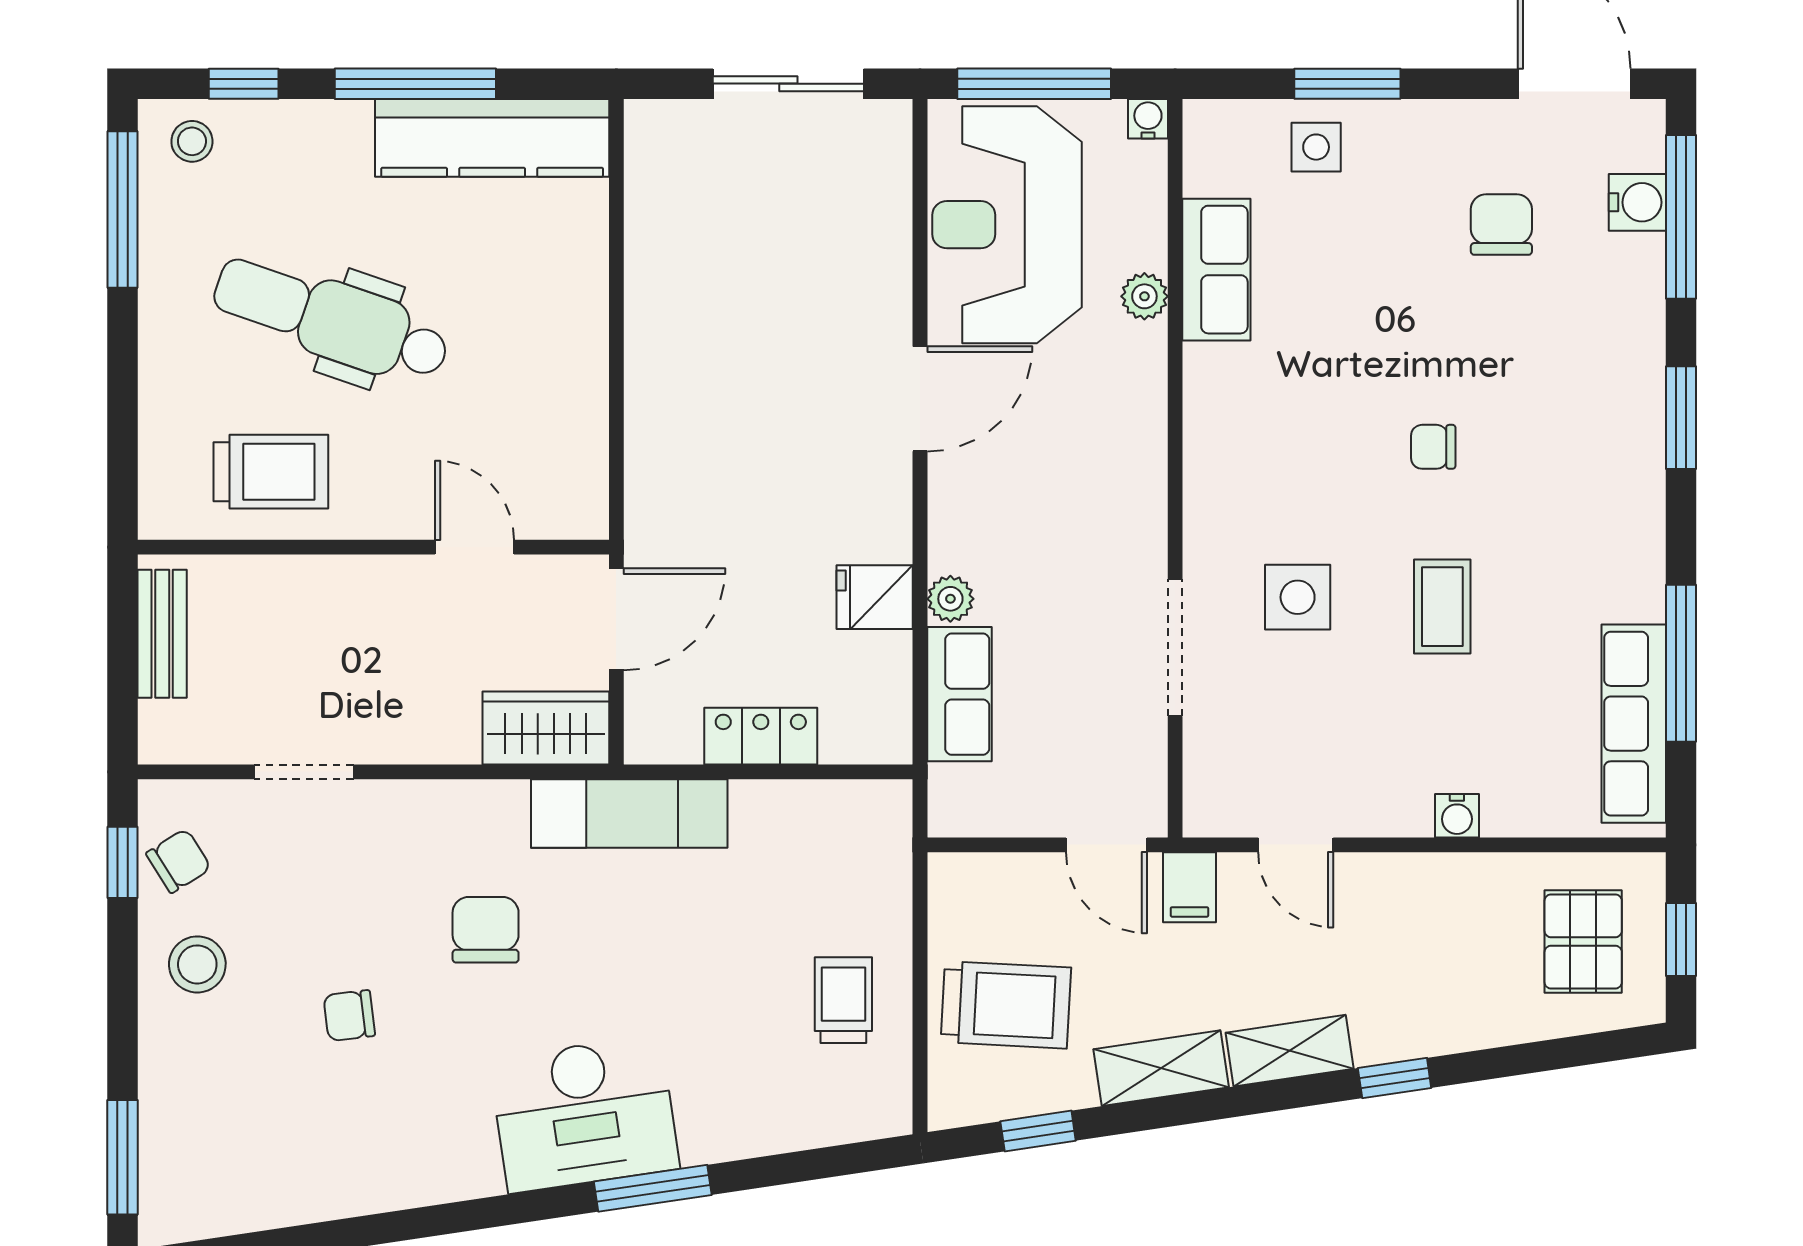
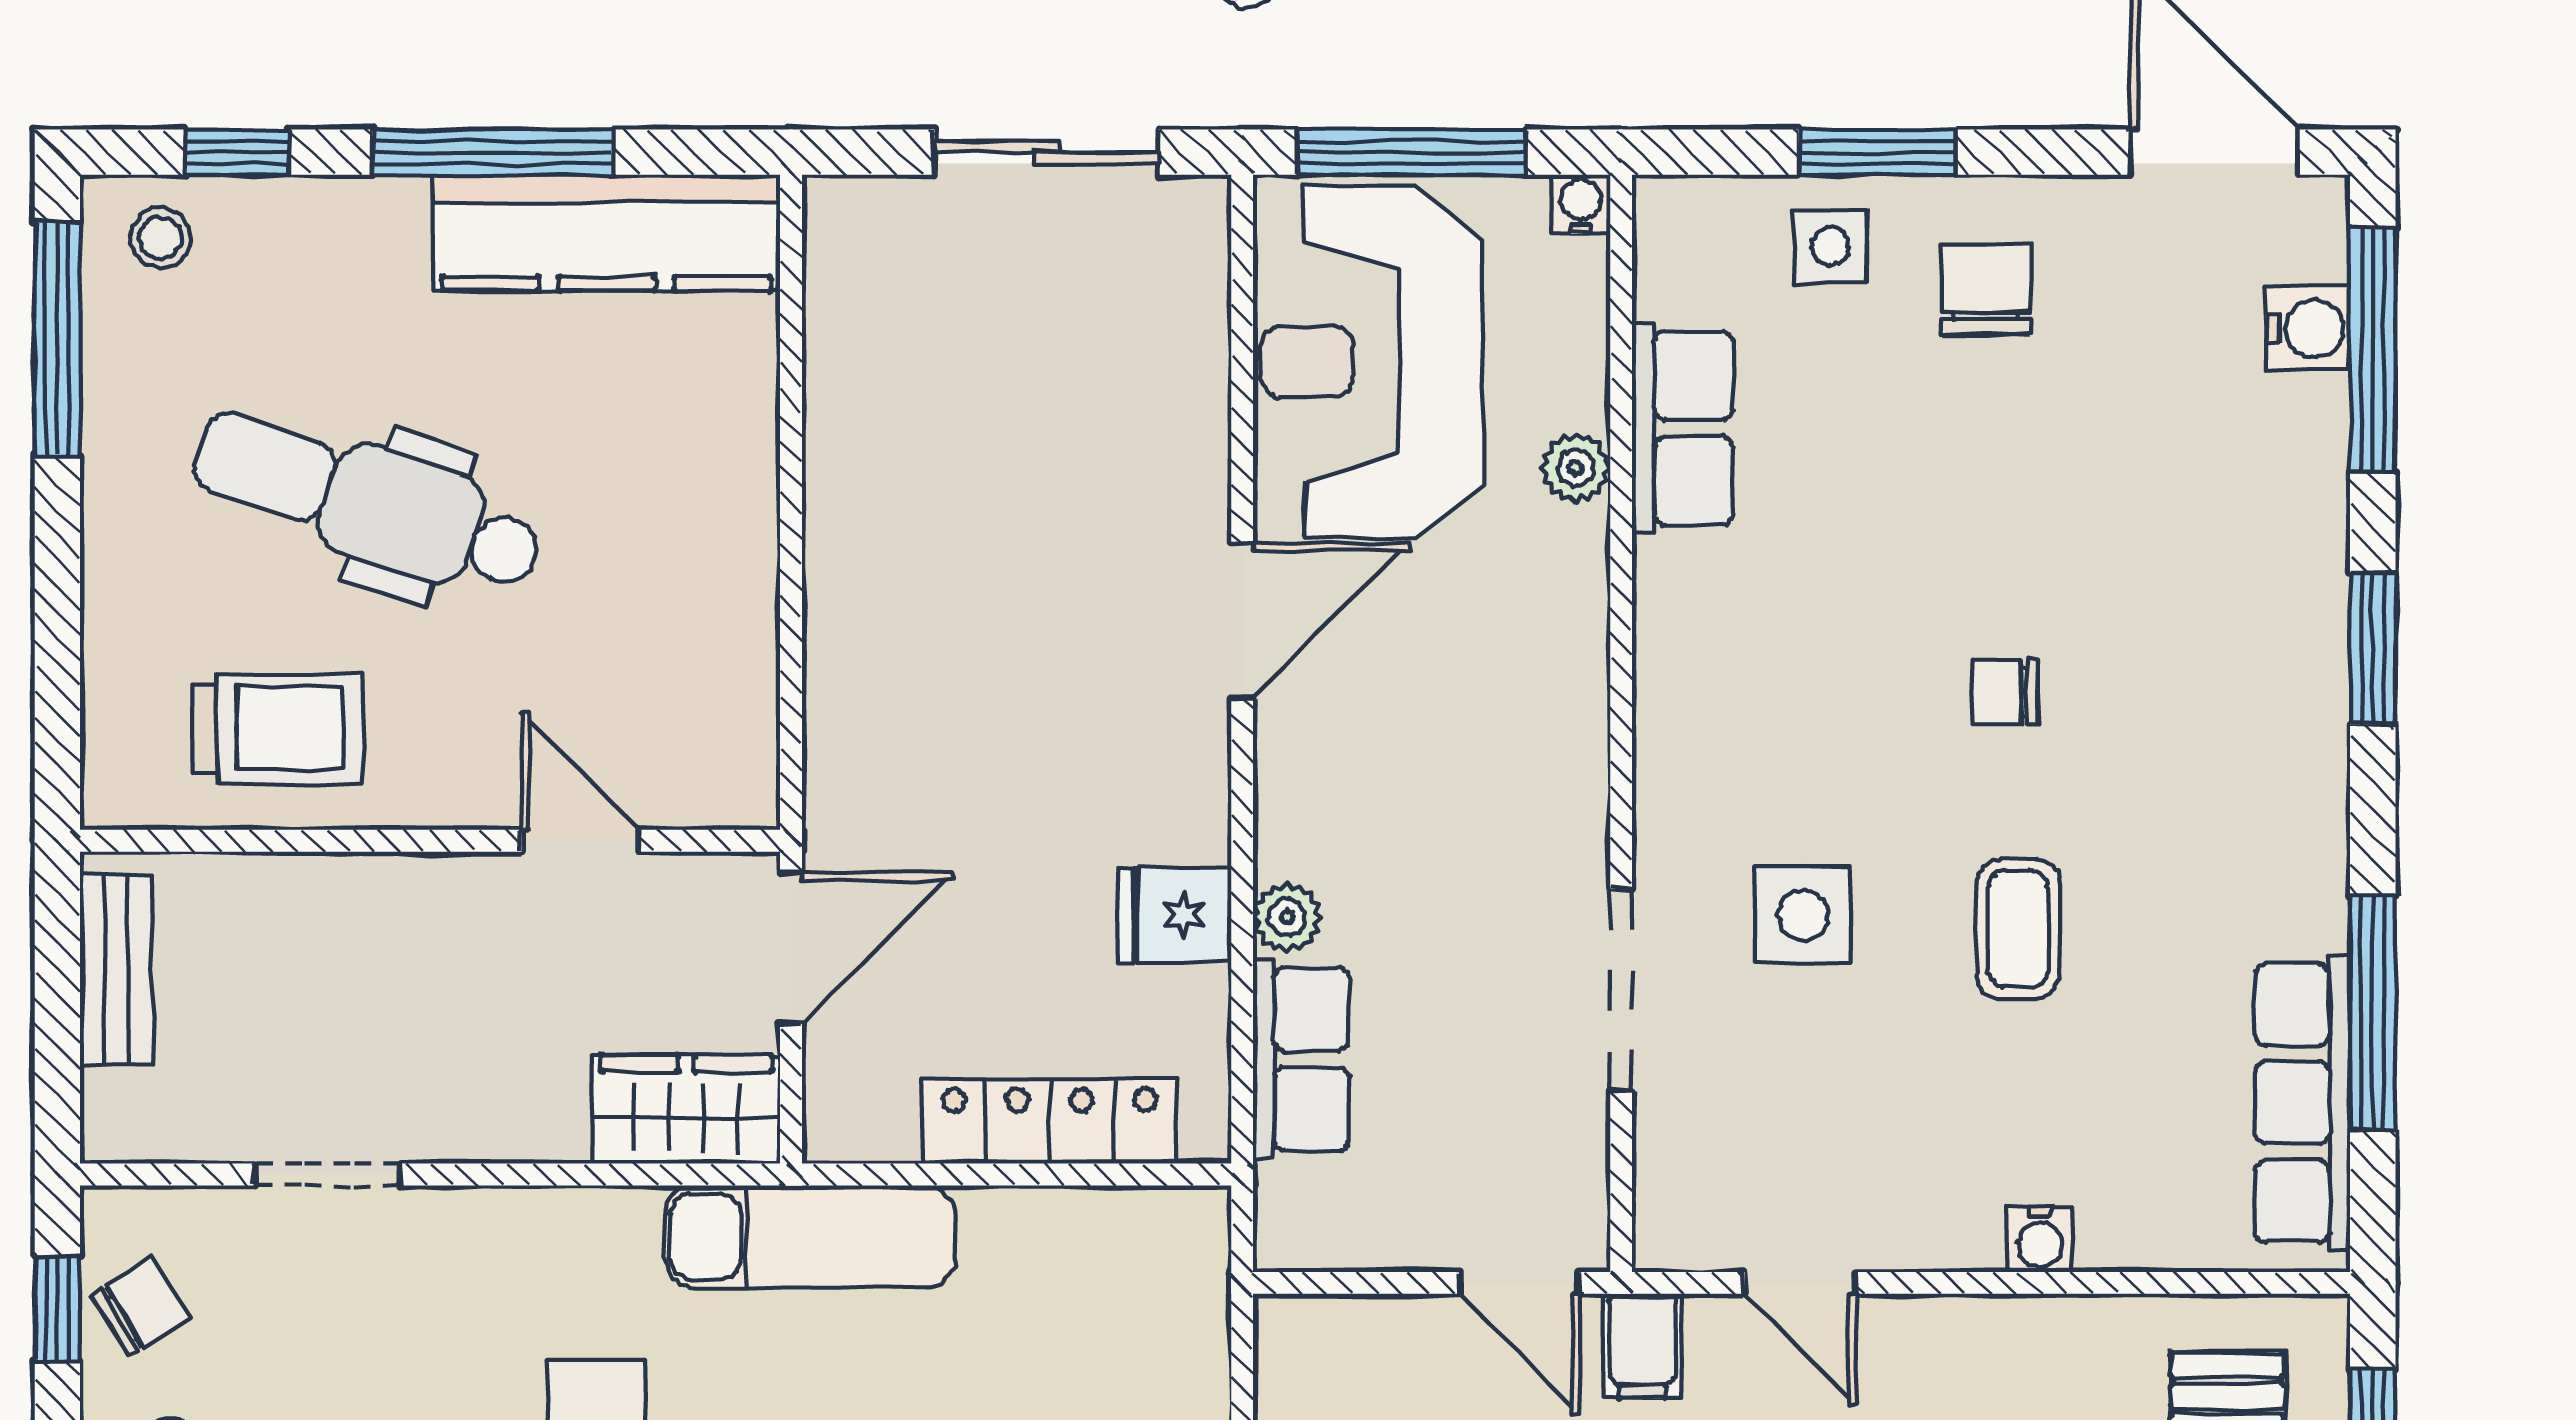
chair: (1501, 225) -> (1986, 289), moved
locker: (761, 736) -> (1050, 1121), width x1.53

